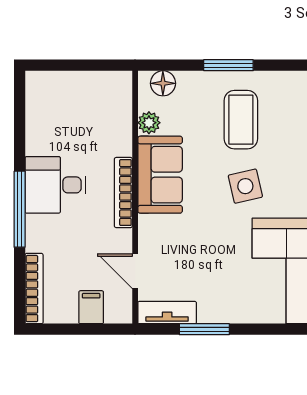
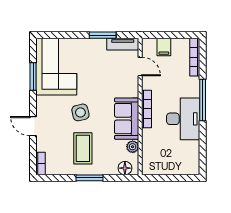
desk: (56, 185) -> (183, 119), width x1.37

